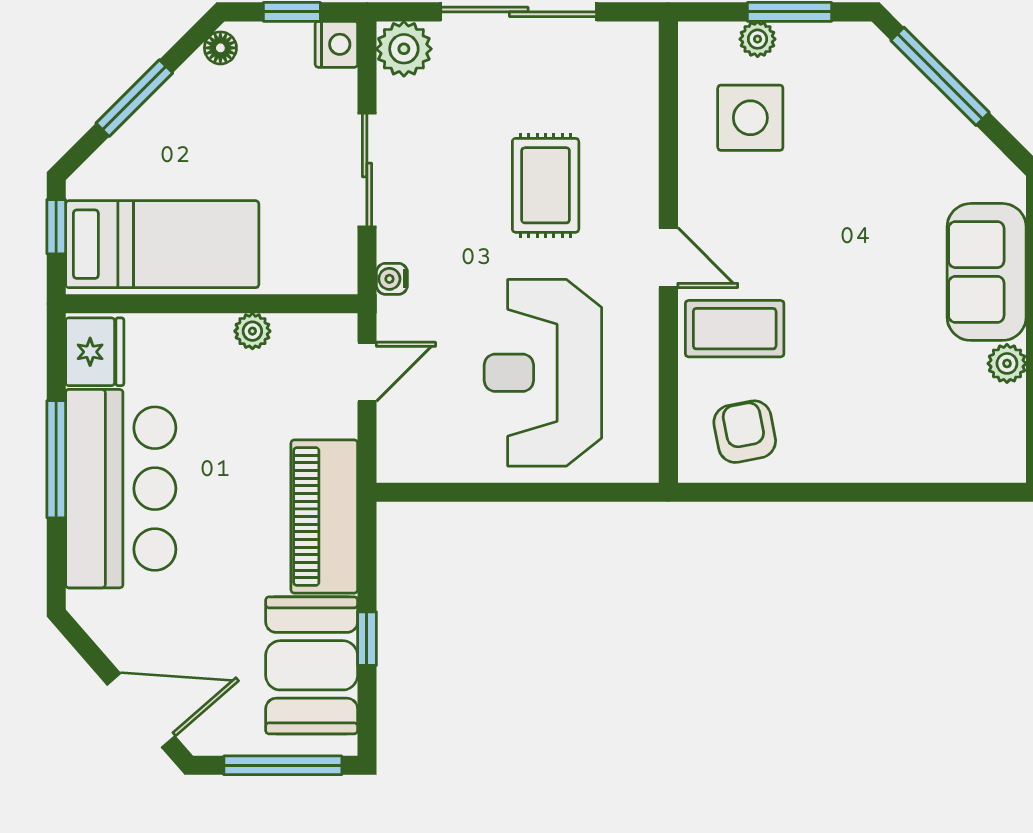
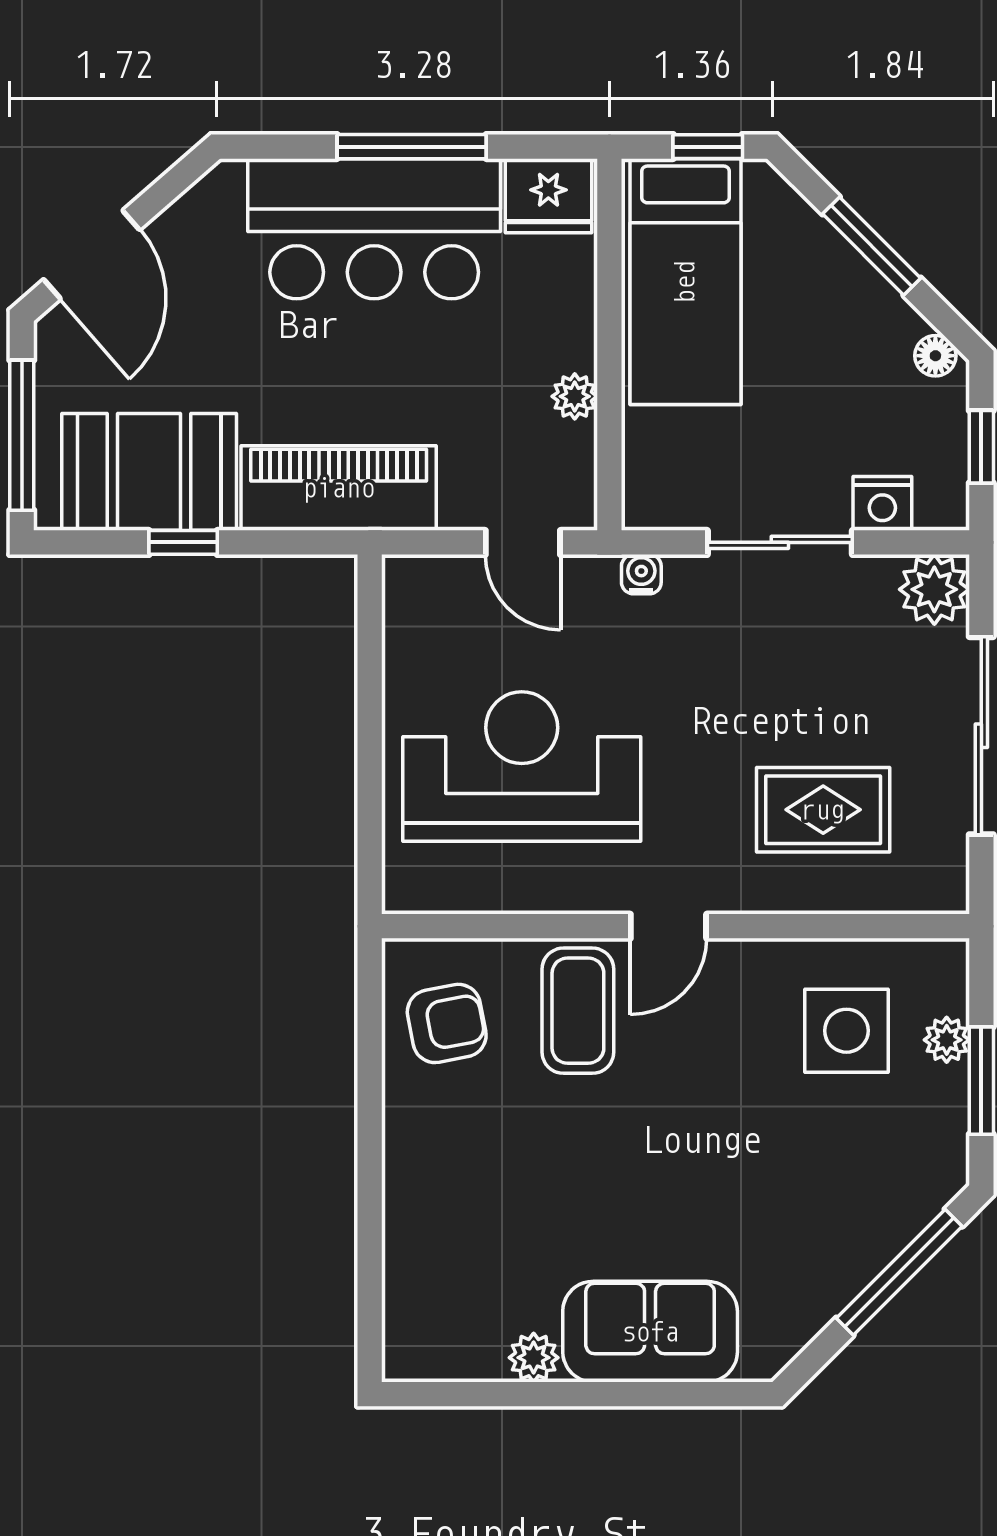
nightstand: (336, 44) -> (882, 503), moved
rug: (546, 185) -> (823, 810), moved

